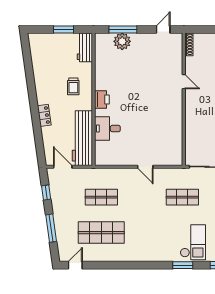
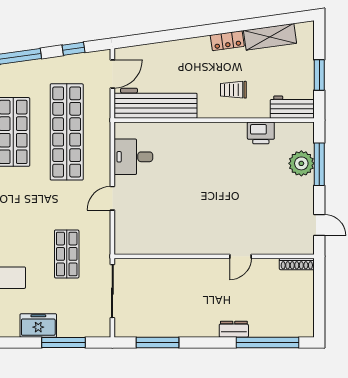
shelving: (38, 62) -> (270, 37), added
printer: (102, 100) -> (261, 133), moved
locker: (44, 115) -> (227, 41), moved
desk: (107, 129) -> (133, 157), moved, turned -90
shop shelf: (101, 197) -> (67, 132), width x2.00, depth x1.36

